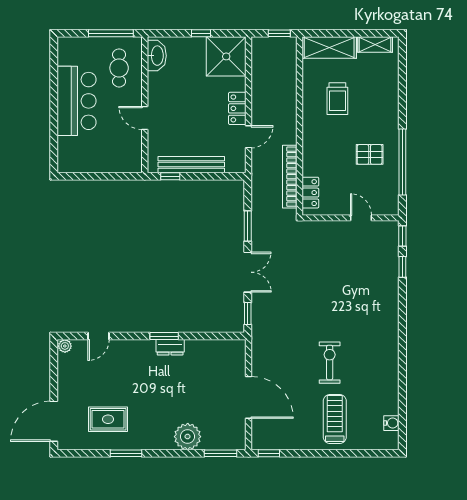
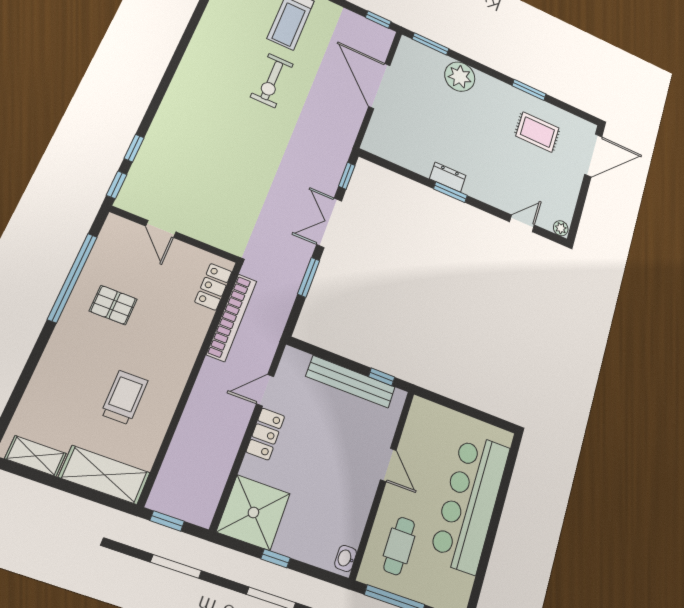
washbasin: (157, 56) -> (346, 558), width x0.52, depth x0.69
bar counter: (77, 101) -> (470, 502), width x1.36

